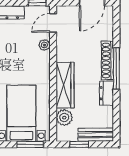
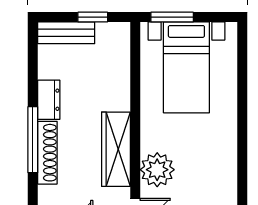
plant: (44, 45) -> (157, 170), width x1.87, depth x1.87
wardrobe: (65, 85) -> (116, 149), moved
plant: (64, 118) -> (117, 60), removed

